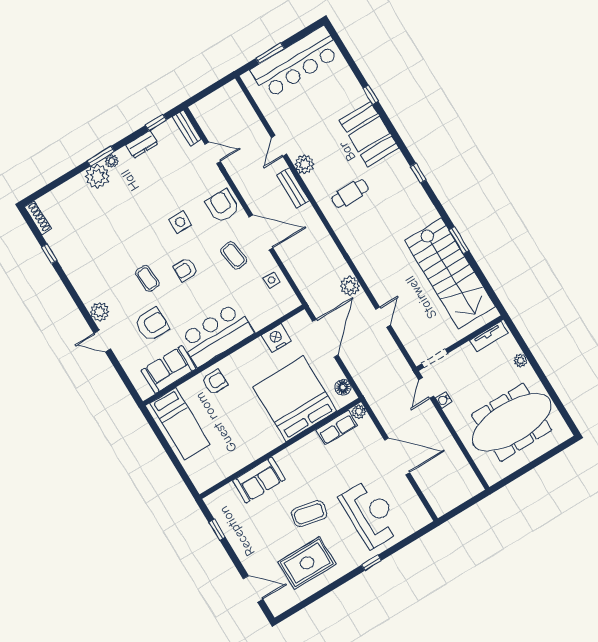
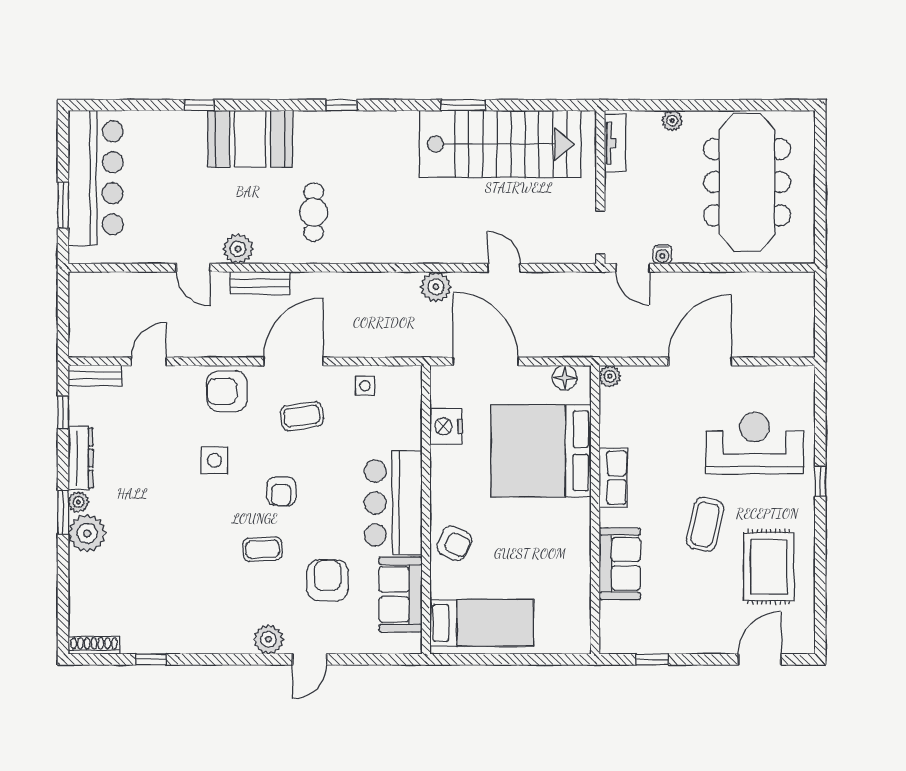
dresser: (142, 144) -> (81, 458), width x1.44
armchair: (215, 382) -> (454, 543), turned 115
row of seats: (337, 428) -> (613, 478), moved

